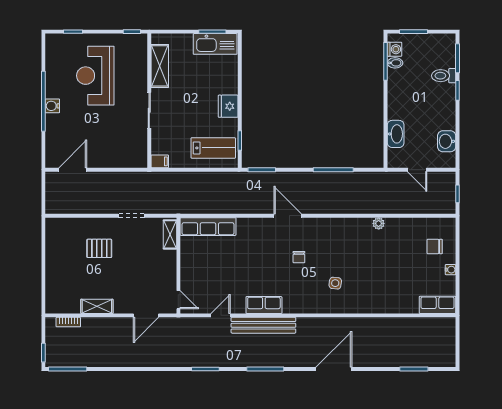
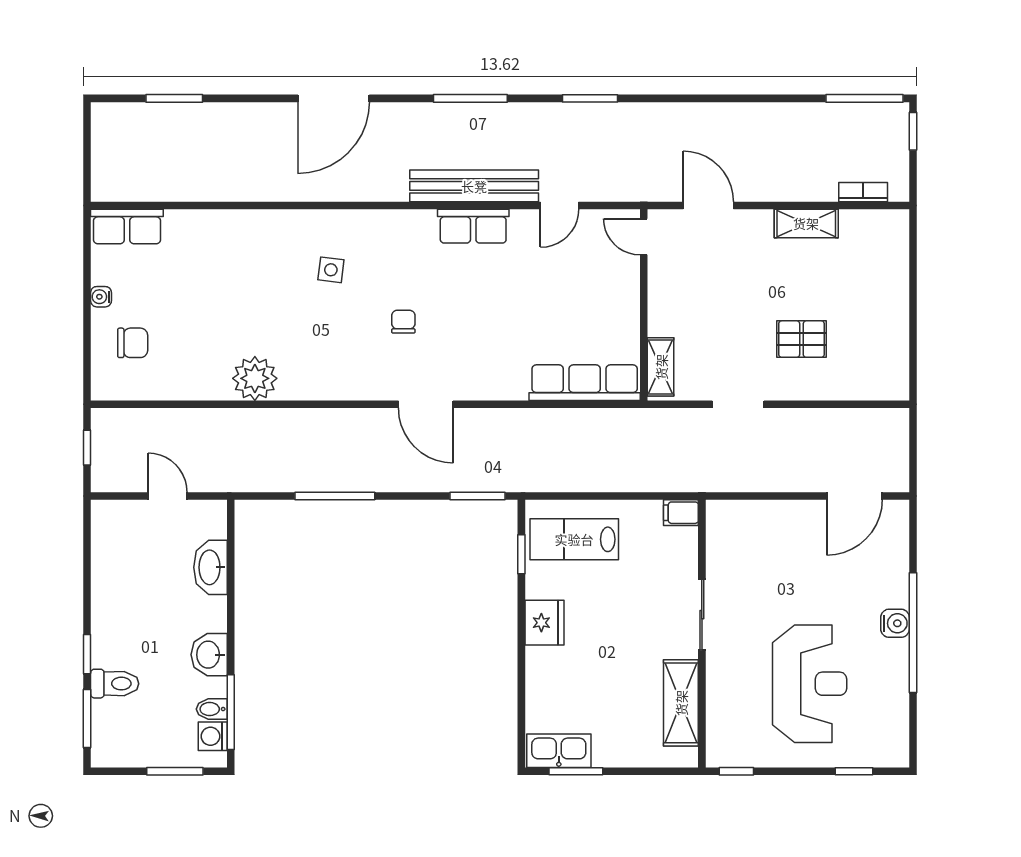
kitchen sink: (215, 44) -> (559, 751), width x0.73, depth x0.81
washbasin: (447, 141) -> (209, 655), moved, turned 180
plant: (379, 223) -> (255, 378), width x1.88, depth x1.88
door: (146, 315) -> (708, 205), hinge flipped

